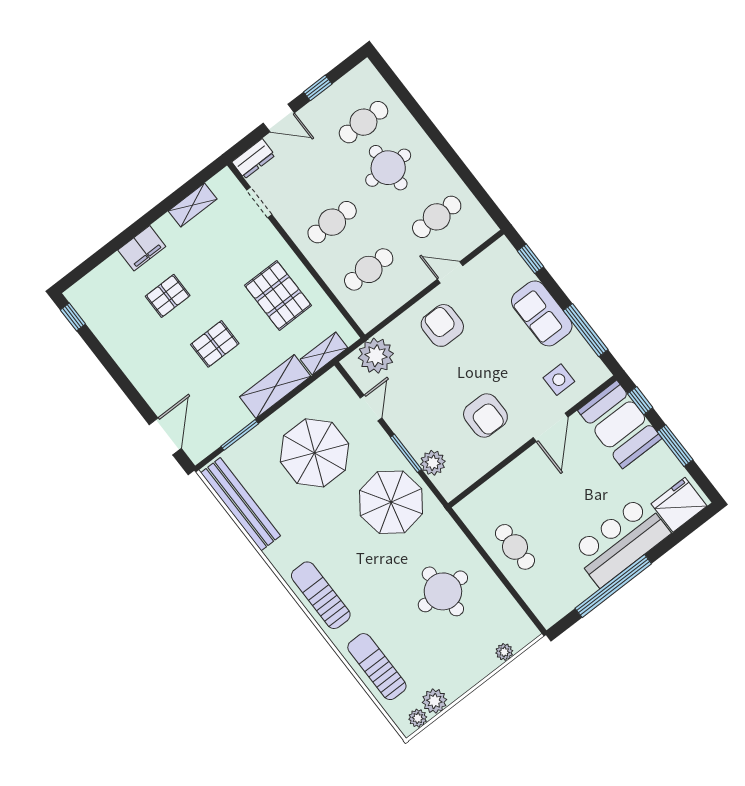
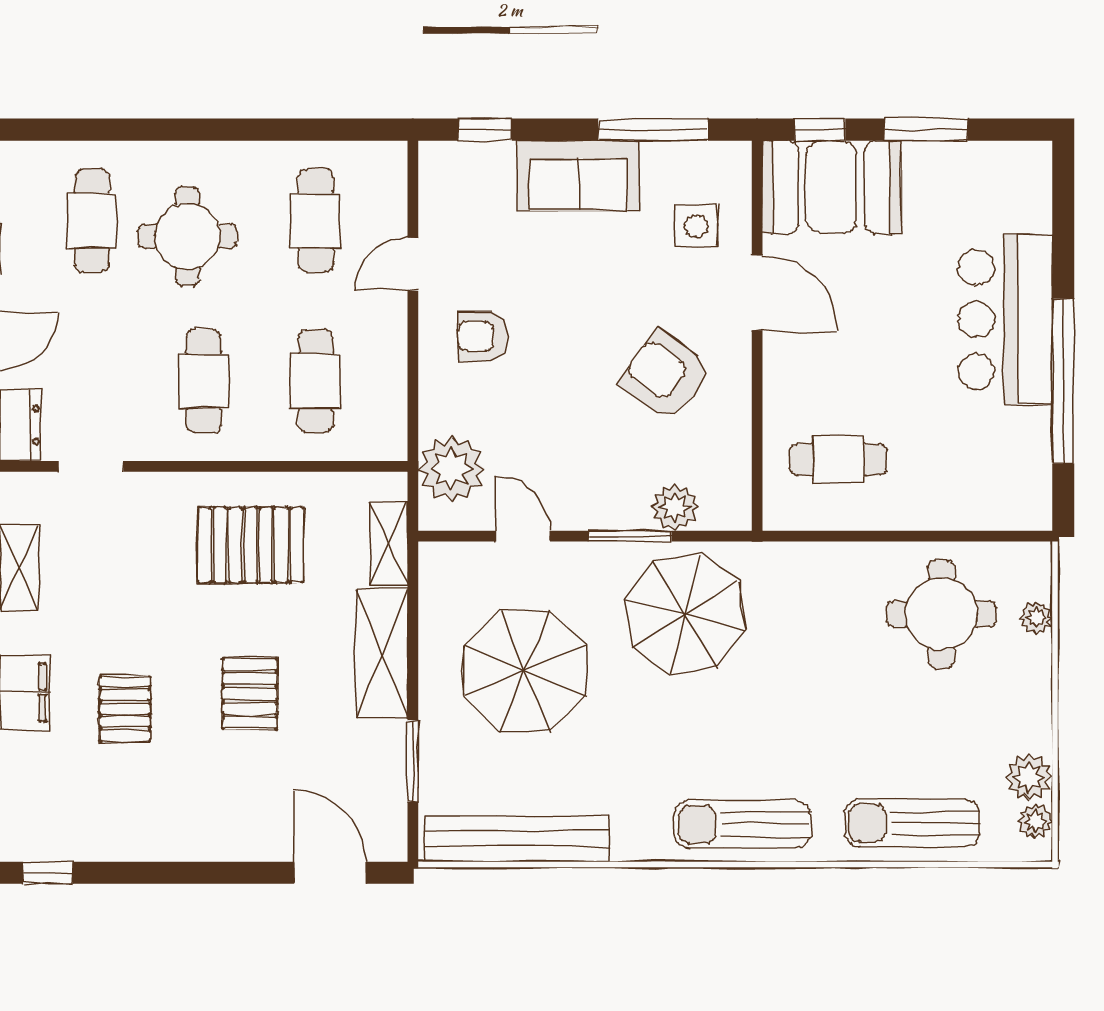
armchair: (442, 325) -> (483, 336), width x0.72, depth x0.72
armchair: (485, 416) -> (665, 375), turned -144
fridge: (679, 505) -> (1018, 191), removed
cafe table: (515, 547) -> (838, 460), moved
round table: (443, 591) -> (941, 614), moved

